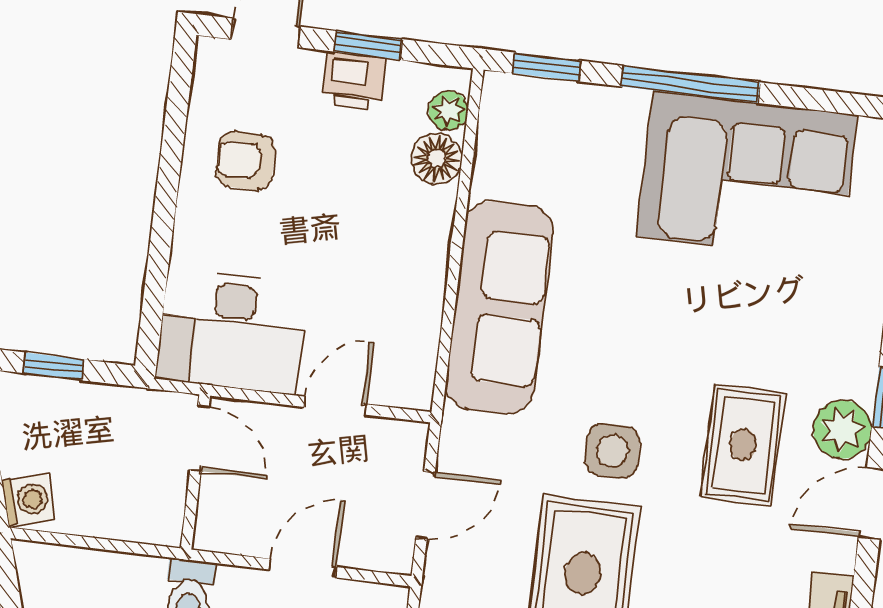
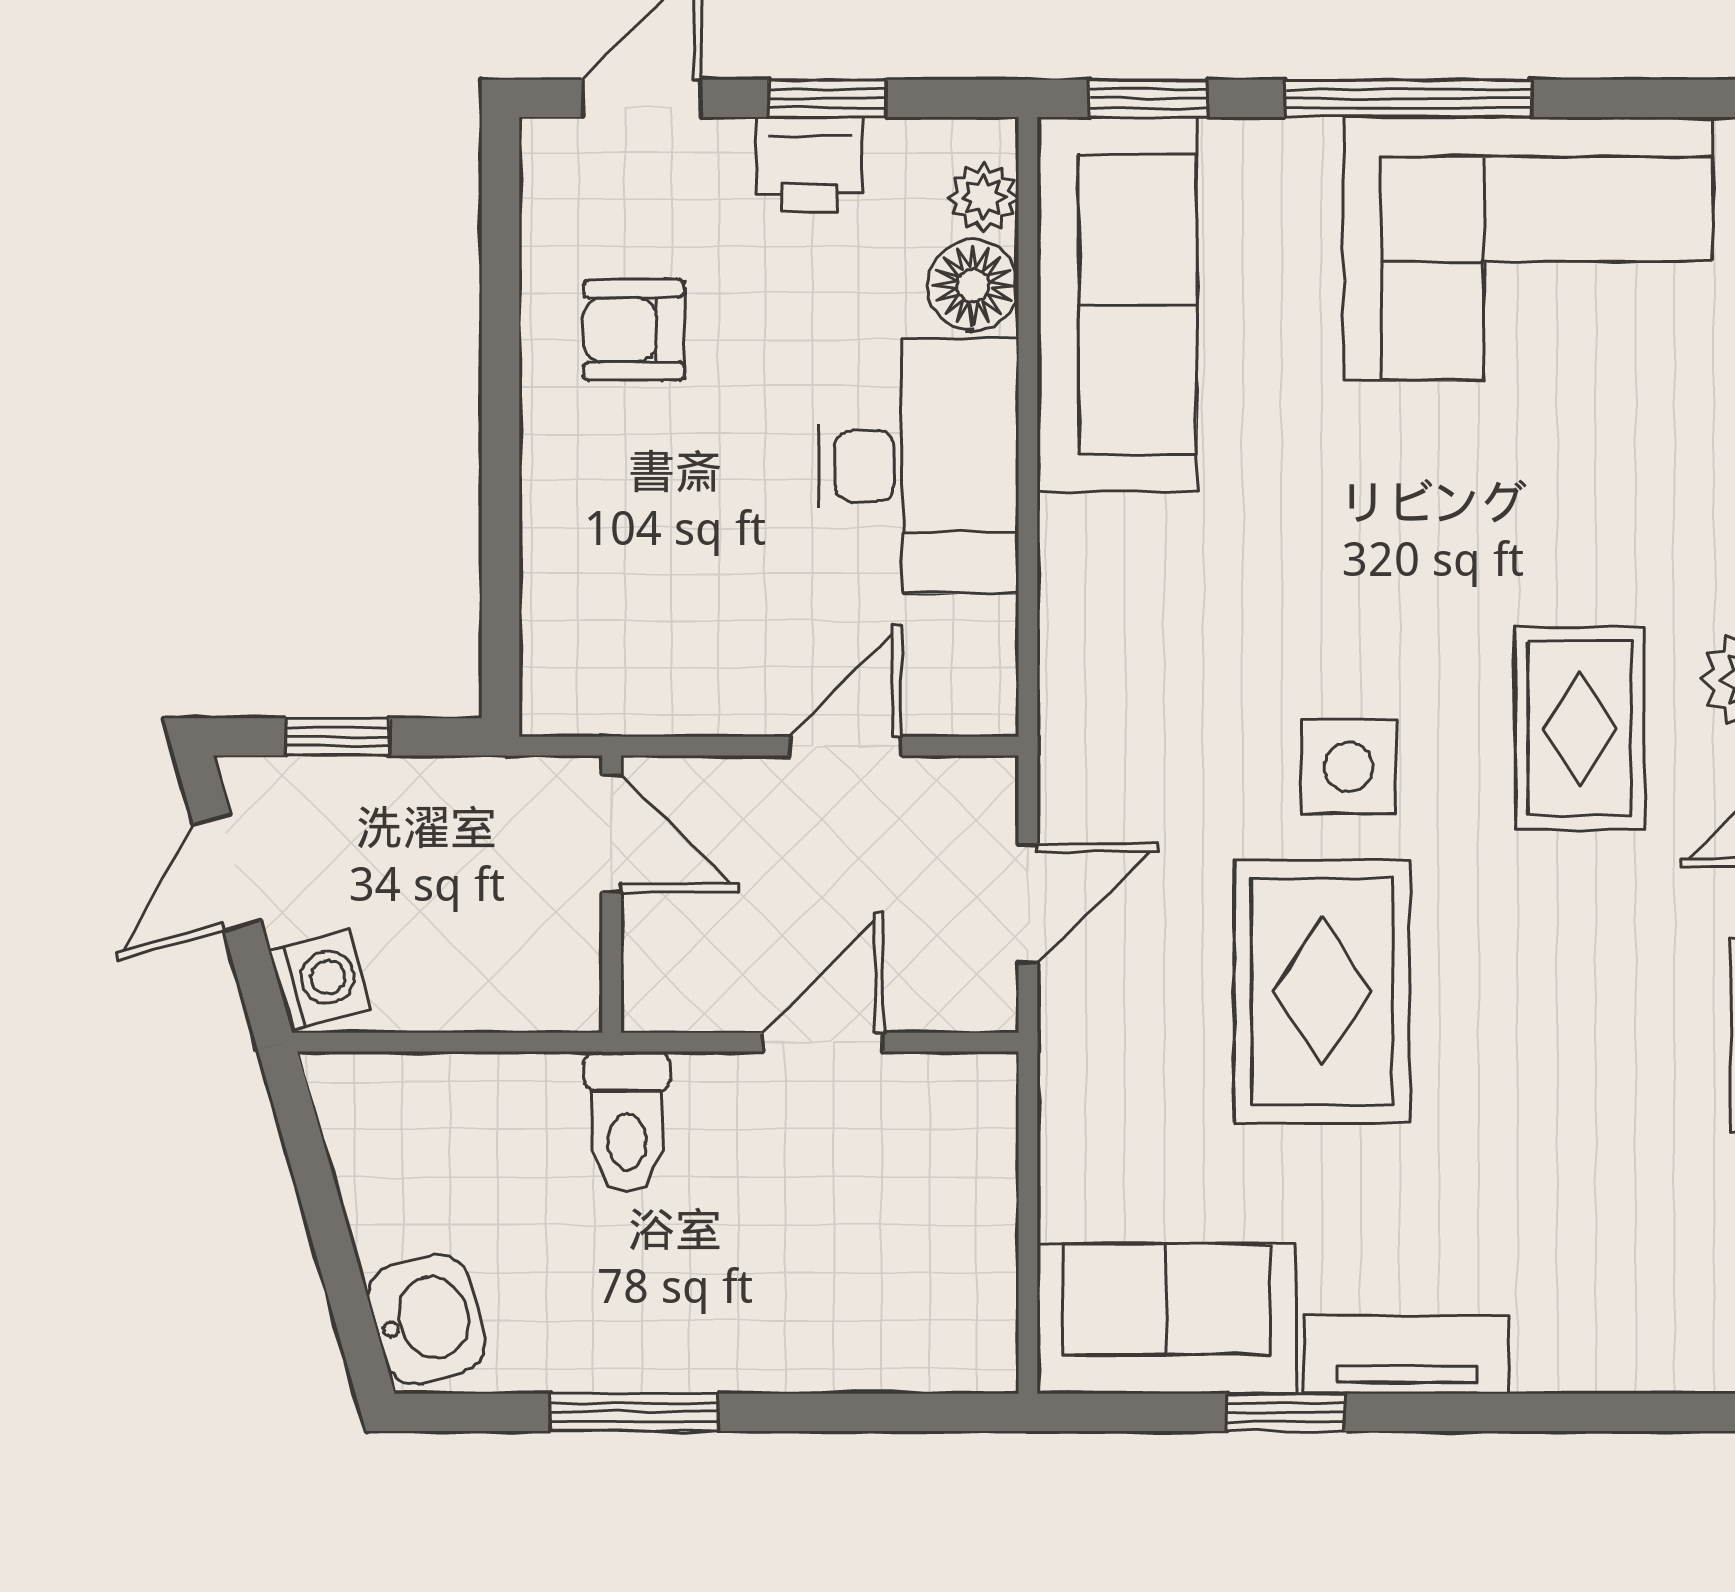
sofa: (499, 307) -> (1117, 304), moved
desk: (232, 332) -> (918, 466), moved, turned -90

